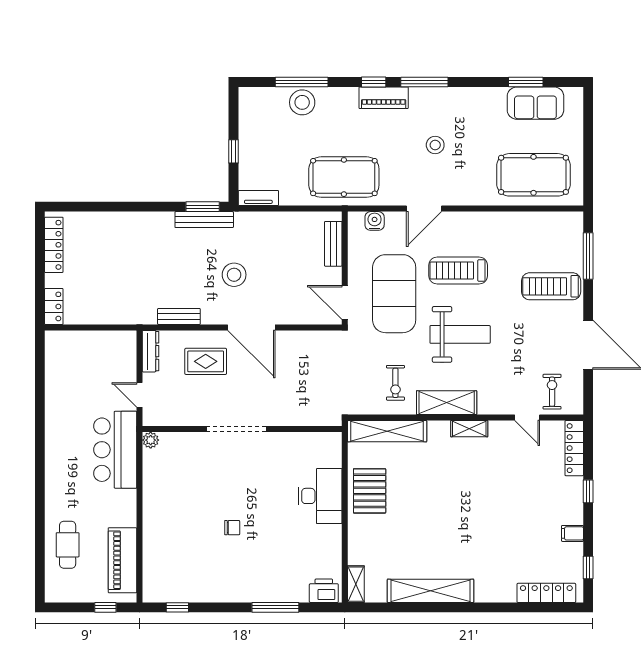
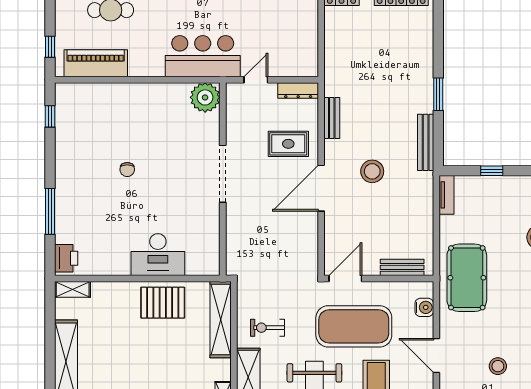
window: (203, 207) -> (438, 94), moved
rug: (206, 361) -> (288, 144), turned 90
plant: (151, 440) -> (205, 97), width x1.87, depth x1.87

